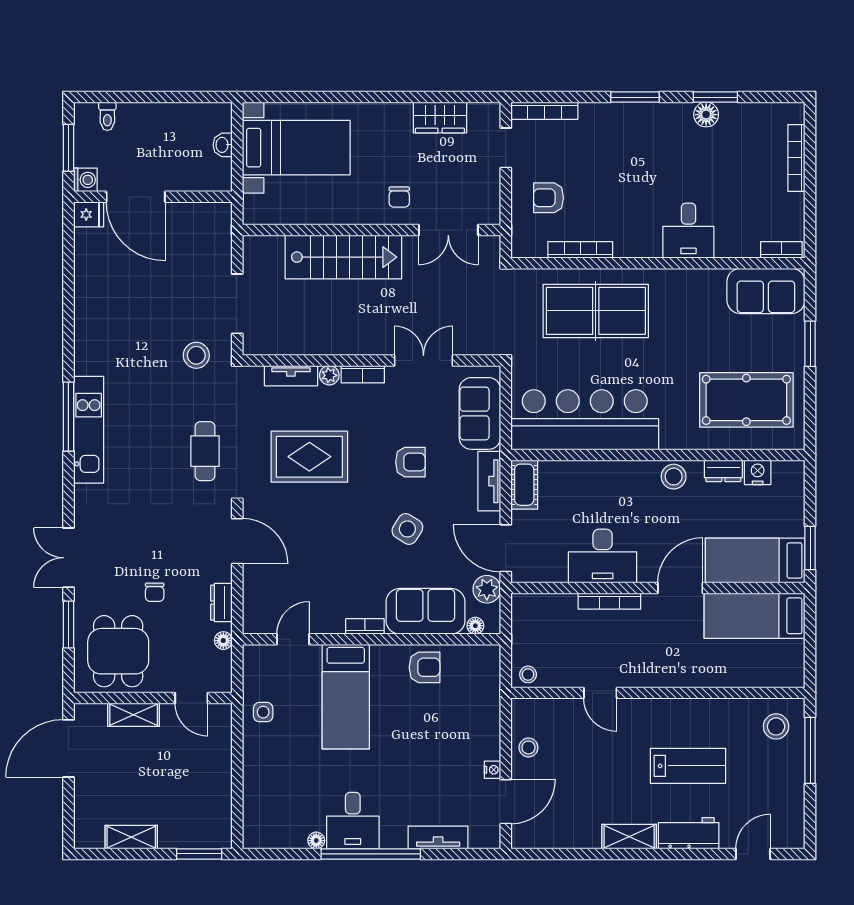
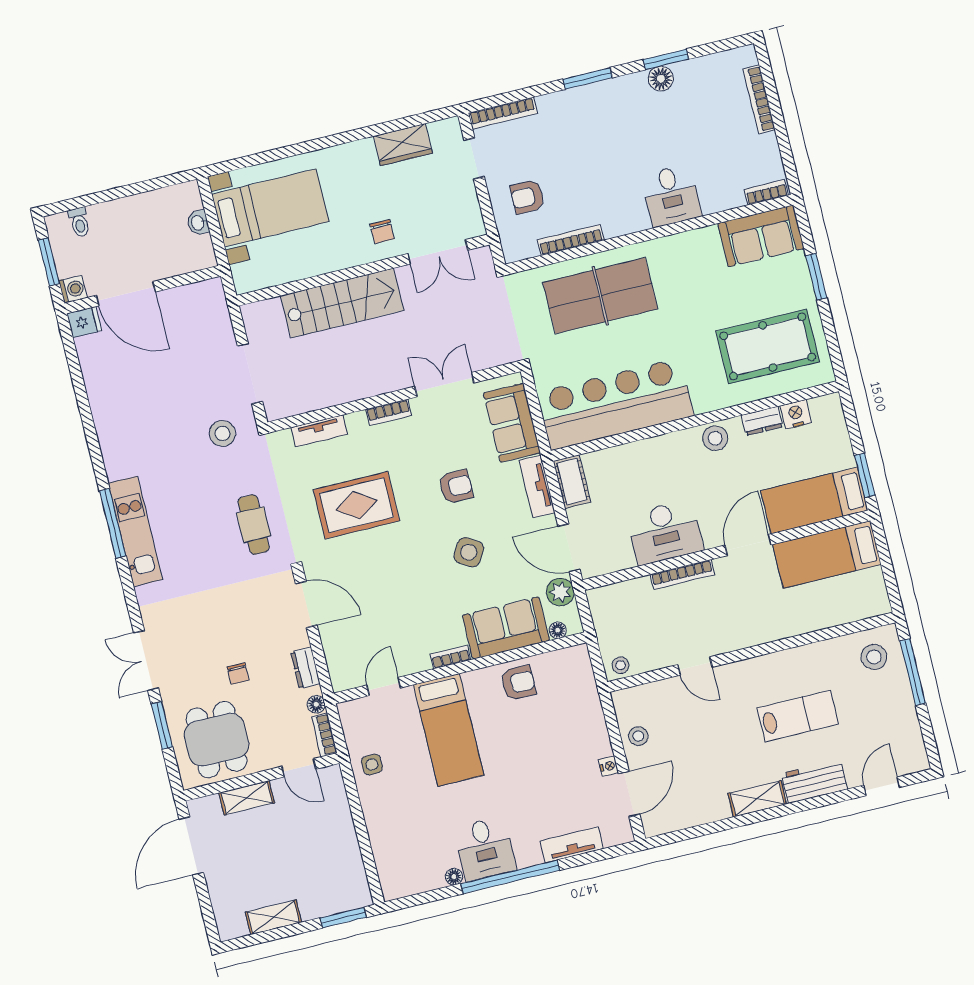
plant: (329, 375) -> (356, 421), removed
bookcase: (224, 672) -> (324, 735), added

